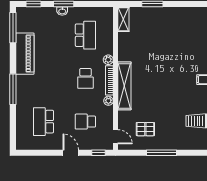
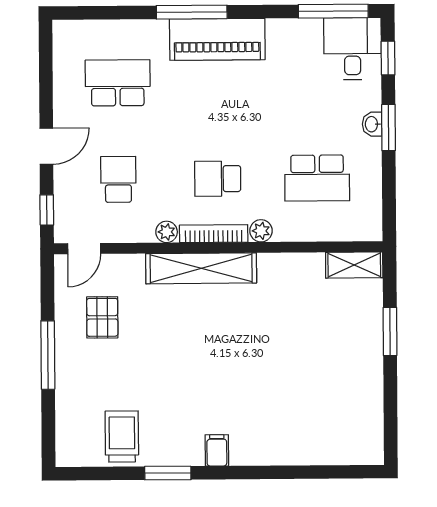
desk: (29, 19) -> (352, 49), added
piano: (25, 54) -> (217, 39), moved

